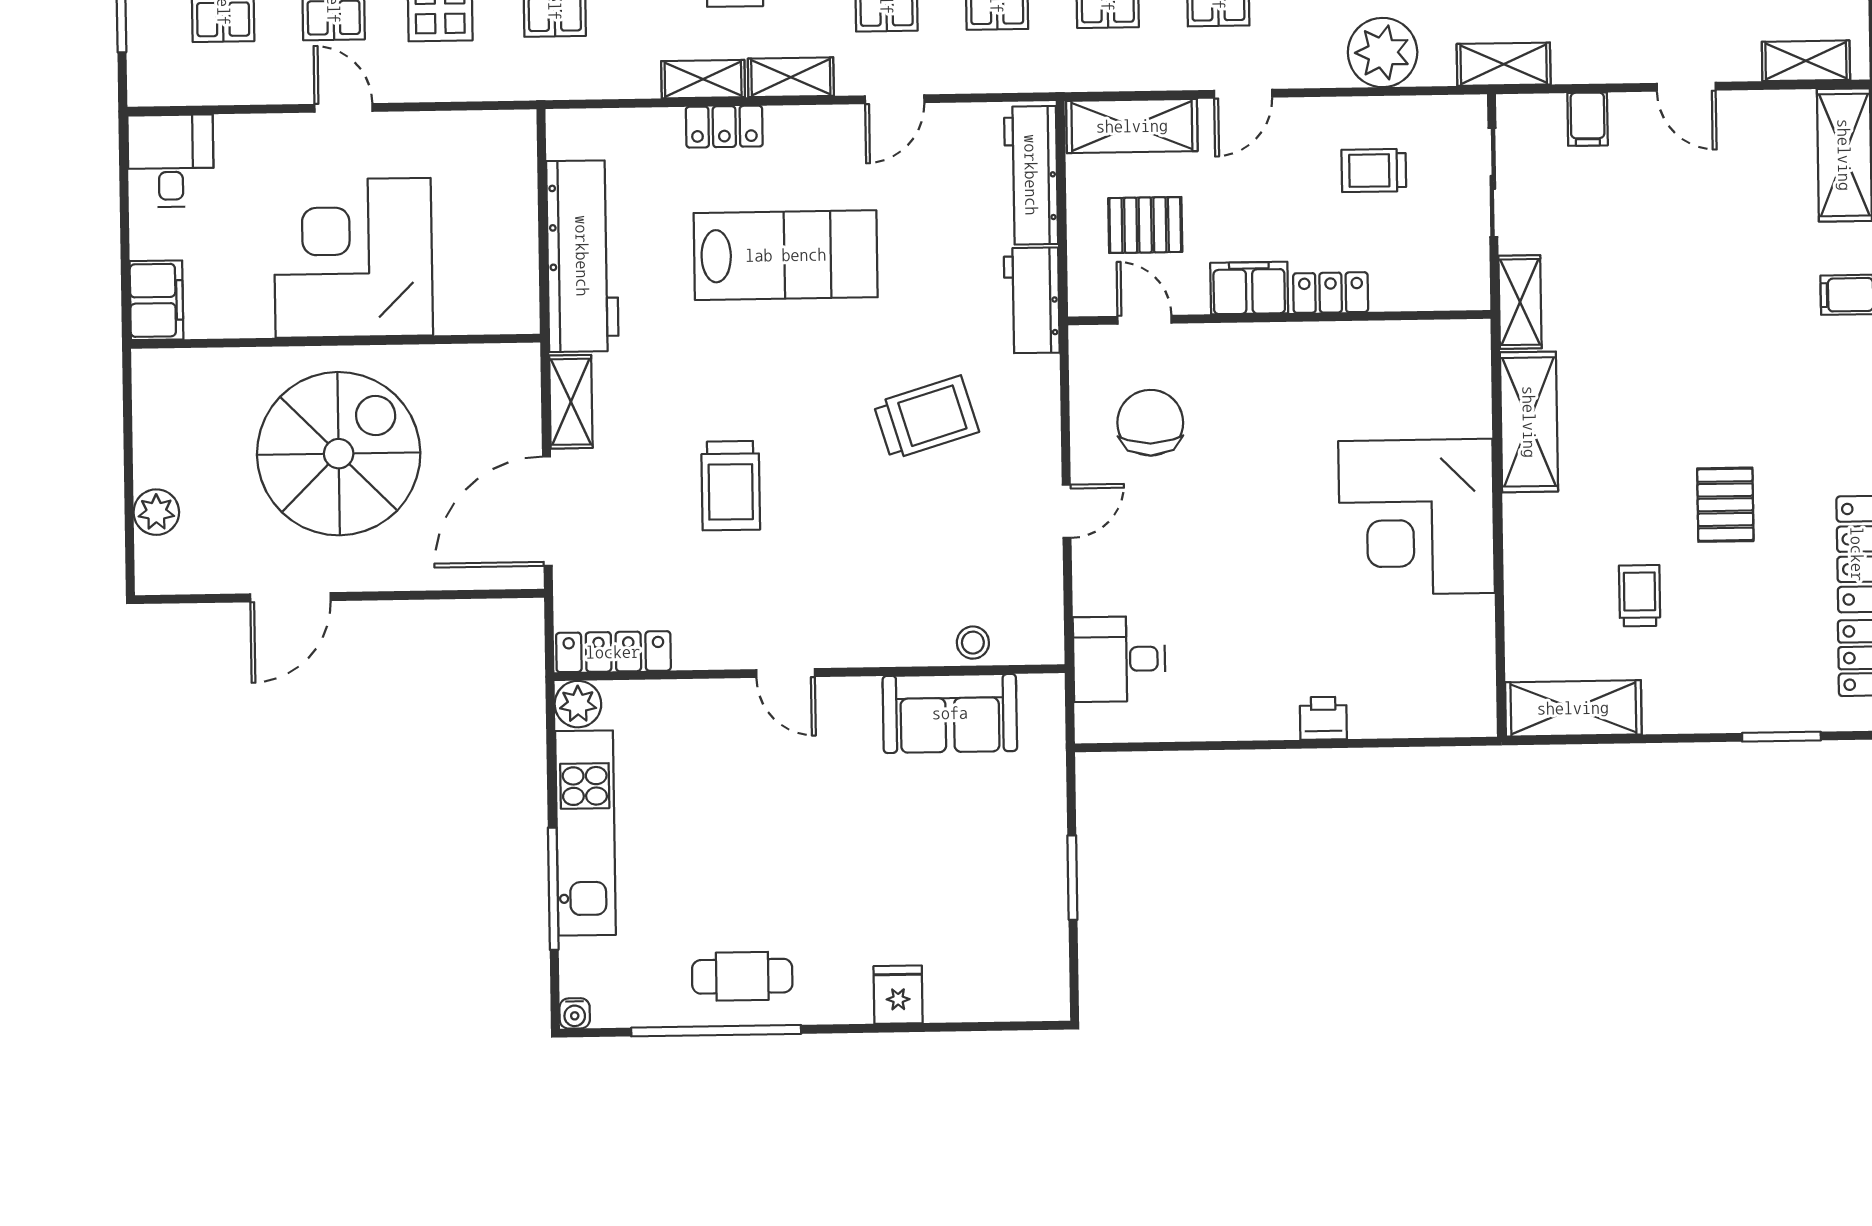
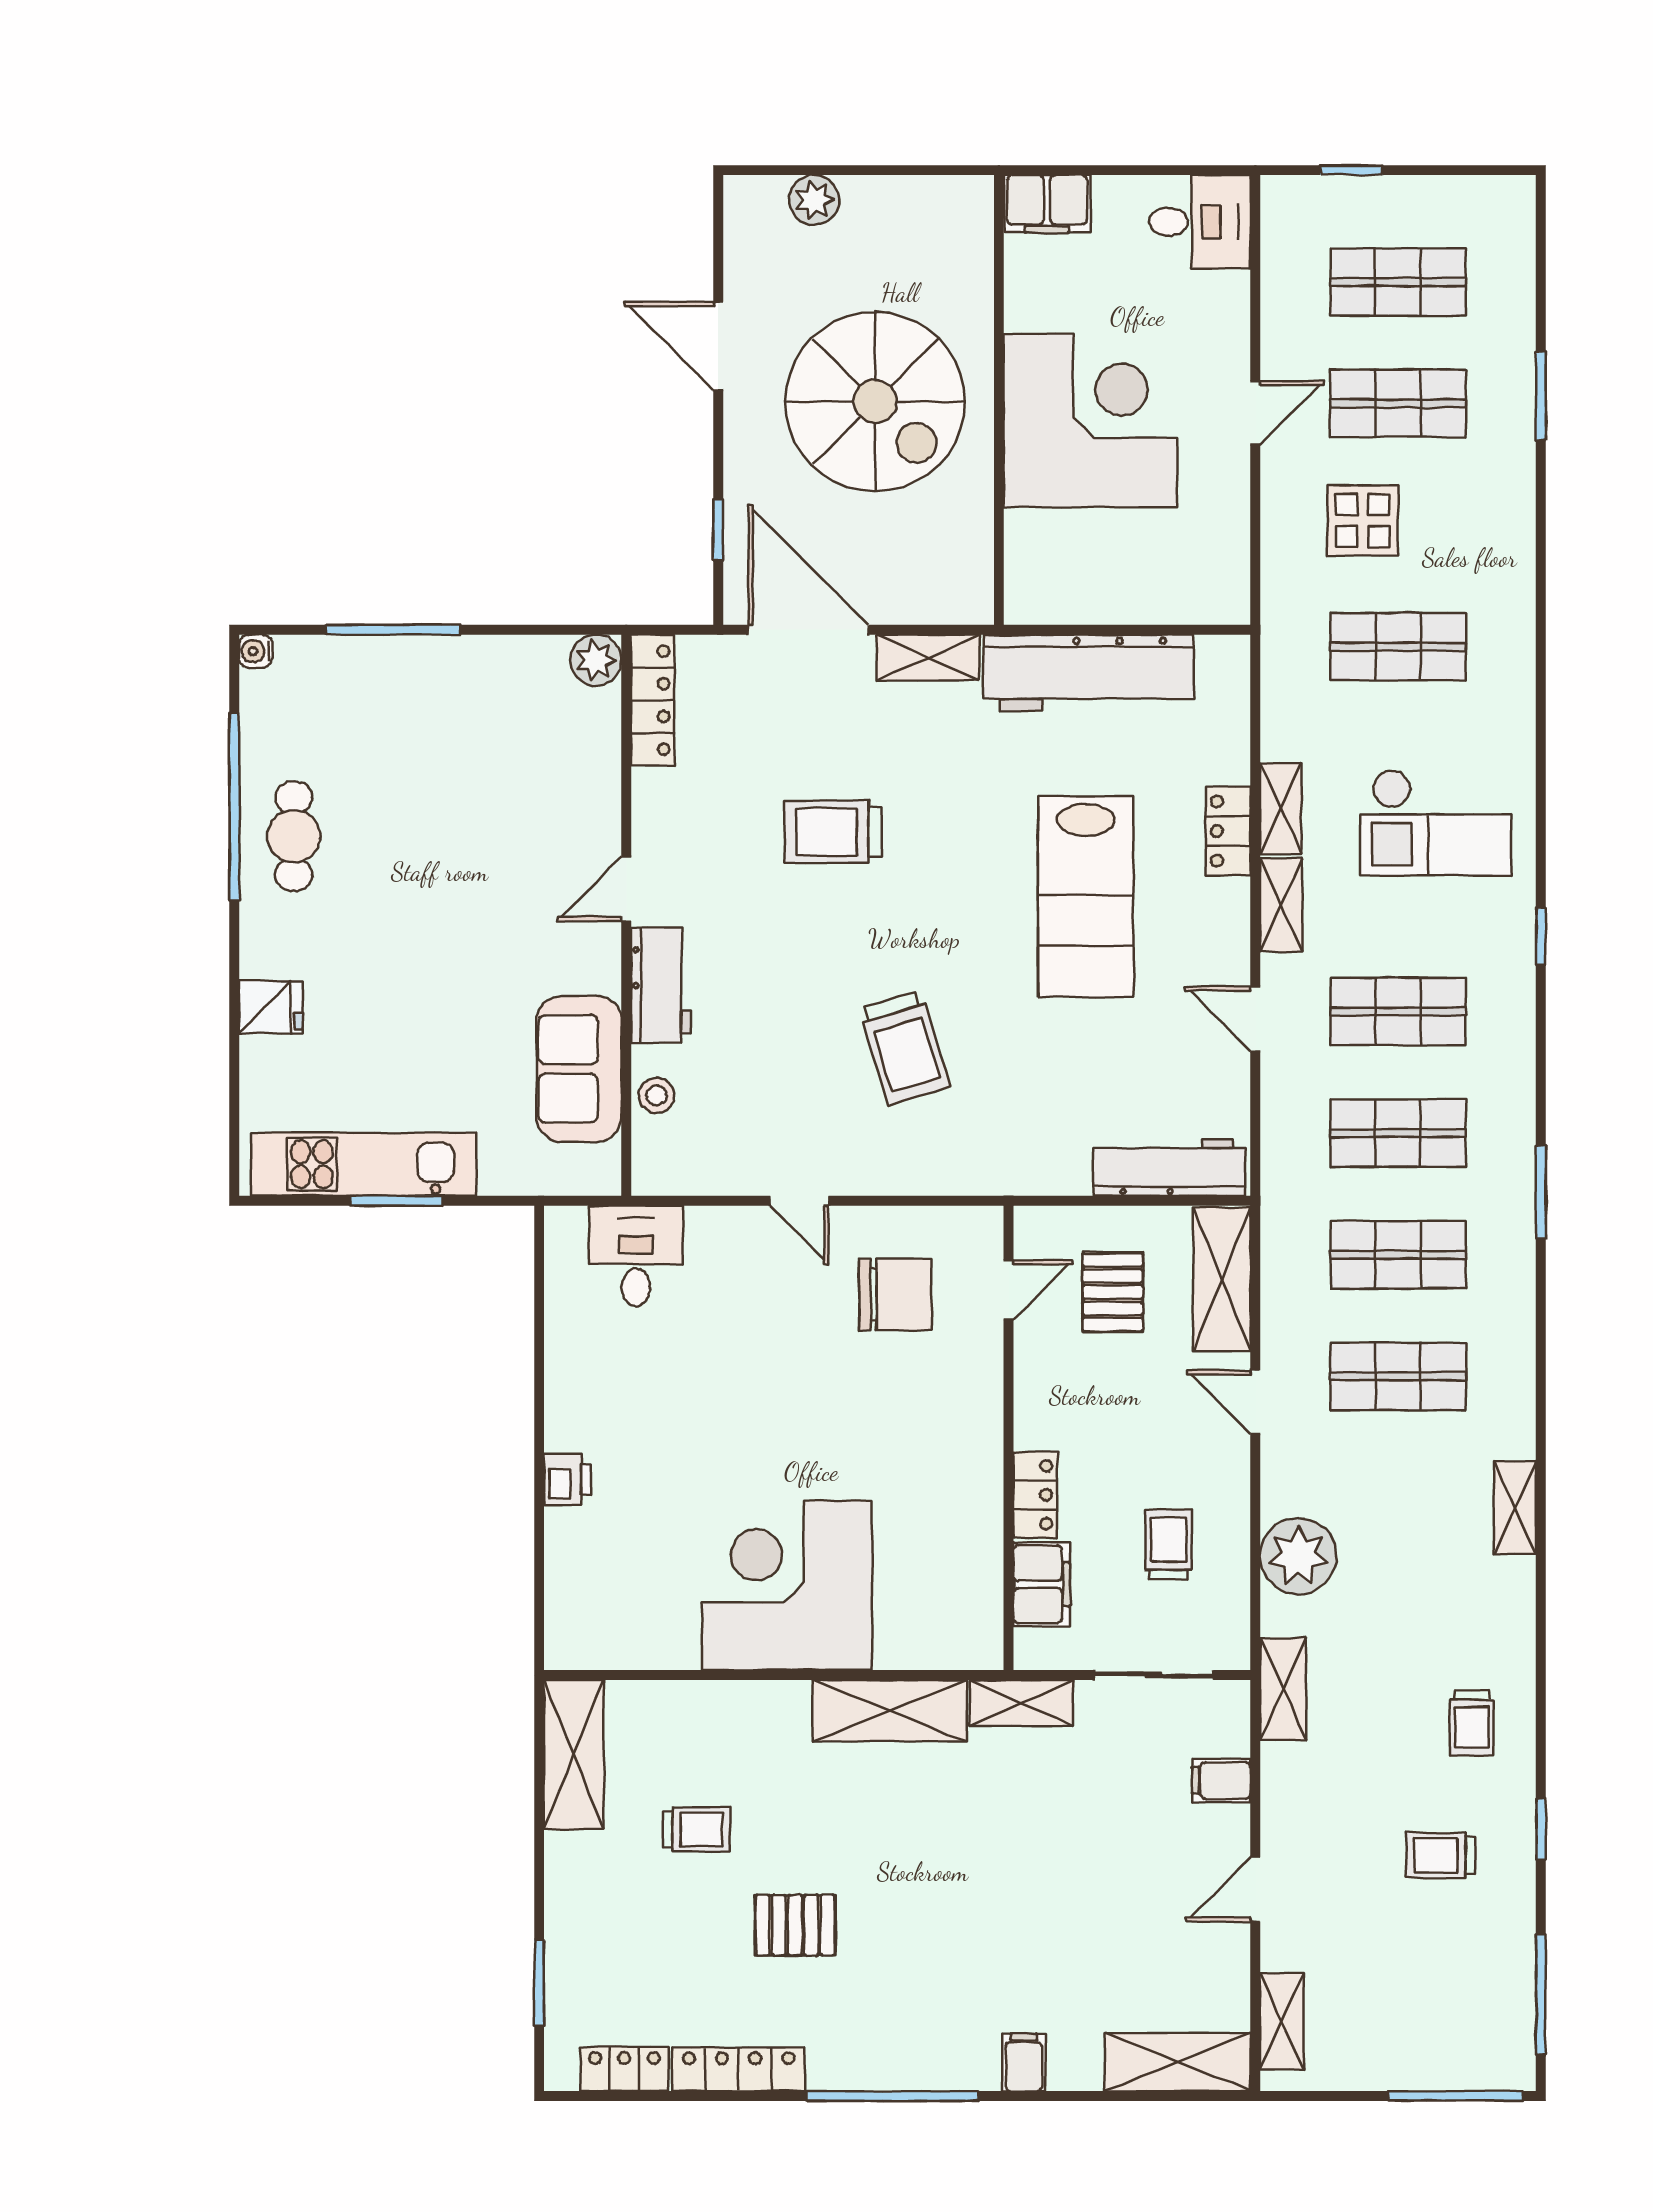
filing cabinet: (1249, 288) -> (1042, 1584), moved
workbench: (1032, 300) -> (661, 985), moved, turned 90
window: (457, 595) -> (718, 530), added
kitchen unit: (586, 833) -> (364, 1164), moved, turned 180

